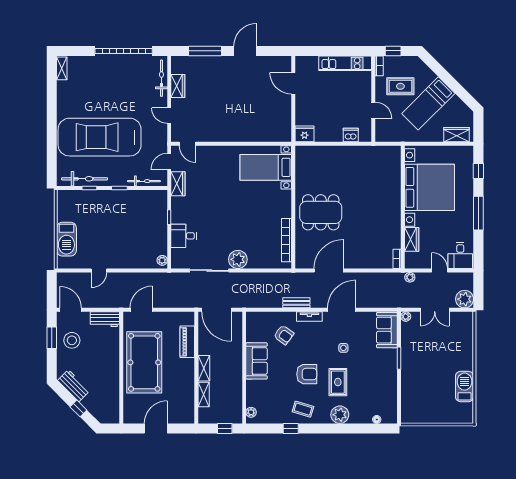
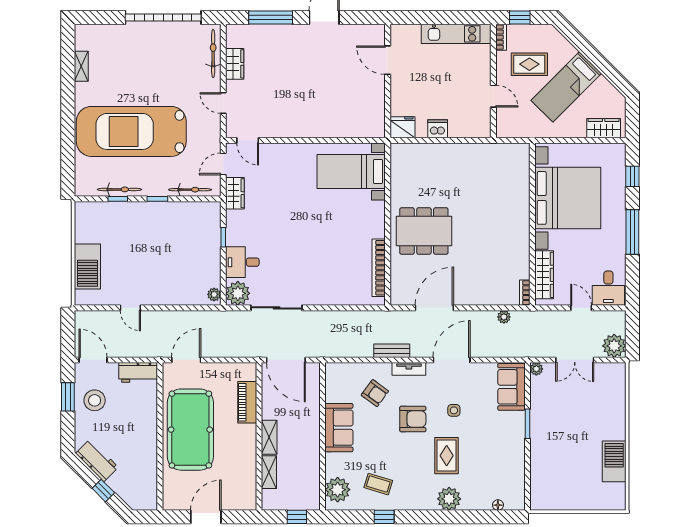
shelving: (62, 68) -> (81, 66), moved
dishwasher: (351, 135) -> (438, 129), moved
bicycle: (85, 179) -> (119, 189), width x0.73, depth x0.71
wardrobe: (412, 239) -> (544, 275), width x1.50
plant: (238, 259) -> (238, 293), moved
door: (99, 270) -> (130, 308), hinge flipped
plant: (410, 277) -> (504, 317), moved
armchair: (307, 374) -> (413, 419), moved
coffee table: (303, 409) -> (378, 484), moved
plant: (251, 412) -> (338, 490), width x1.88, depth x1.88

